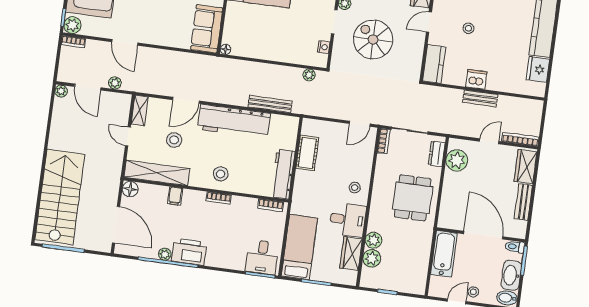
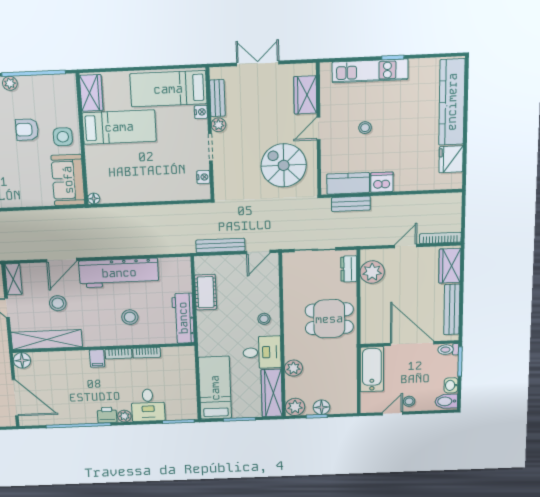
spiral stairs: (373, 39) -> (284, 165), moved
kitchen counter: (434, 64) -> (348, 183), moved, turned -90
plant: (309, 75) -> (192, 210), removed
bench: (480, 98) -> (351, 204), moved
bench: (270, 104) -> (220, 246), moved
bookcase: (384, 141) -> (288, 266), removed
stool: (221, 174) -> (130, 317), moved
filing cabinet: (175, 196) -> (97, 358), moved
dining table: (413, 198) -> (329, 319), turned 90
bench: (523, 202) -> (452, 309), width x1.36
bookcase: (271, 205) -> (147, 353), moved
printer: (189, 252) -> (107, 415), width x0.53, depth x0.68
wardrobe: (351, 253) -> (272, 393), width x1.50
plant: (165, 254) -> (124, 416), moved
desk: (262, 257) -> (148, 405), moved
plant: (372, 258) -> (295, 407), moved
washbasin: (511, 275) -> (451, 385), width x0.52, depth x0.69
floor lamp: (393, 284) -> (322, 407), added

